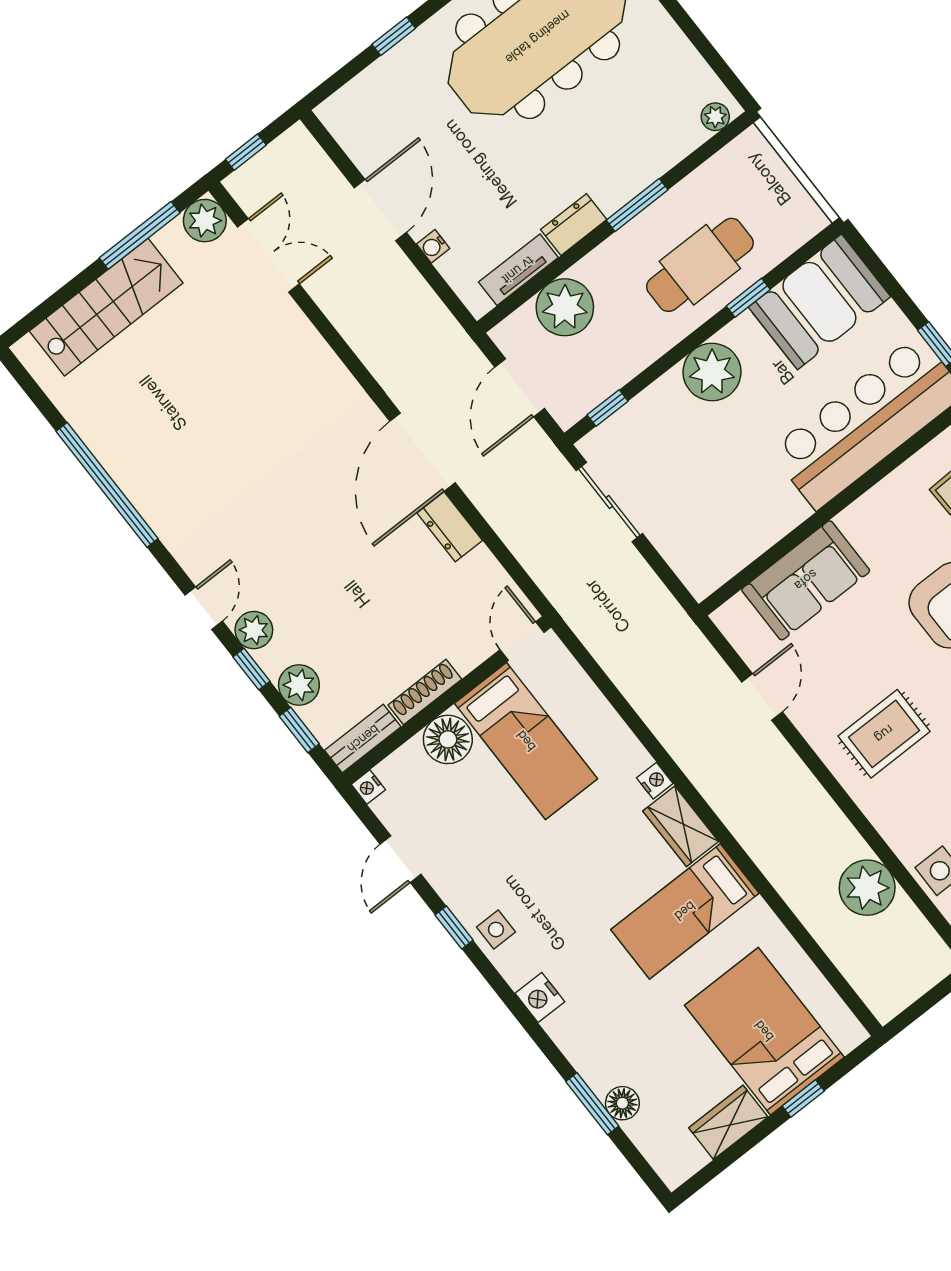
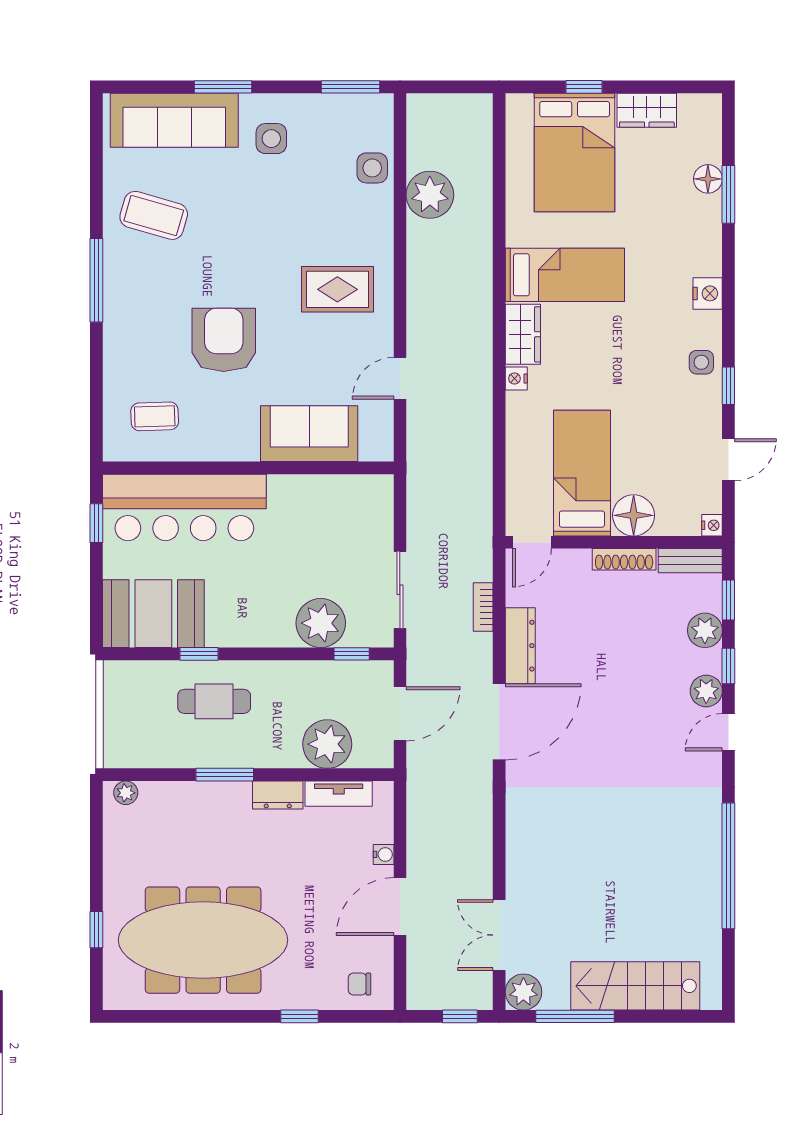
chair: (362, 109) -> (359, 984), added
cafe table: (700, 265) -> (214, 701), width x0.73, depth x0.74
plant: (712, 372) -> (321, 623), moved
dresser: (450, 527) -> (520, 646), width x1.44
bookcase: (520, 546) -> (483, 607), added

